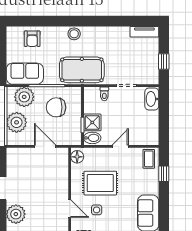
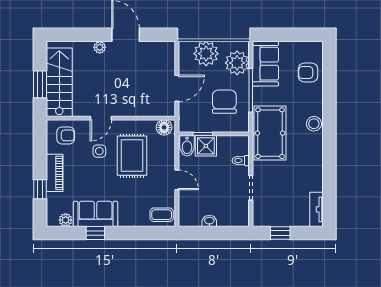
washbasin: (152, 99) -> (209, 221), moved, width x0.52, depth x0.69
window: (164, 174) -> (95, 233), moved
plant: (16, 214) -> (100, 47), width x0.53, depth x0.53

